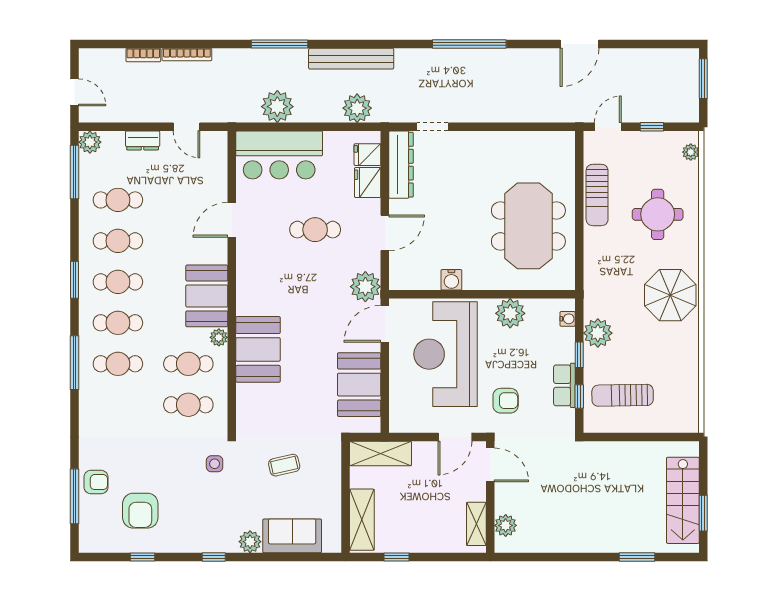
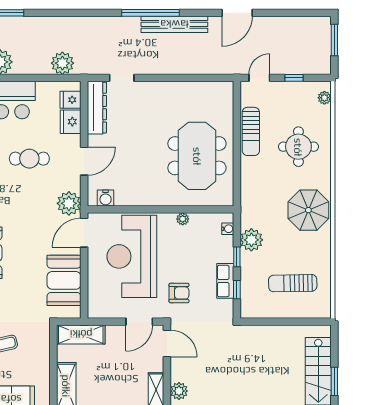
bench: (351, 59) -> (174, 24), moved
water cooler: (451, 280) -> (106, 198), moved
plant: (510, 313) -> (183, 219), width x0.53, depth x0.53
sun lounger: (623, 395) -> (293, 283), moved

